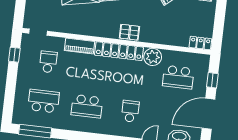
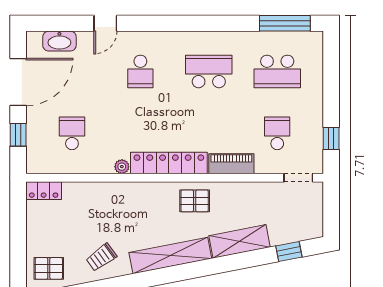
pallet: (129, 32) -> (195, 201), moved
plant: (153, 57) -> (122, 167), width x0.53, depth x0.53
school desk: (48, 62) -> (277, 133), turned 180
school desk: (178, 77) -> (72, 133), width x0.54

